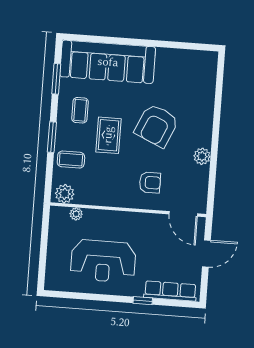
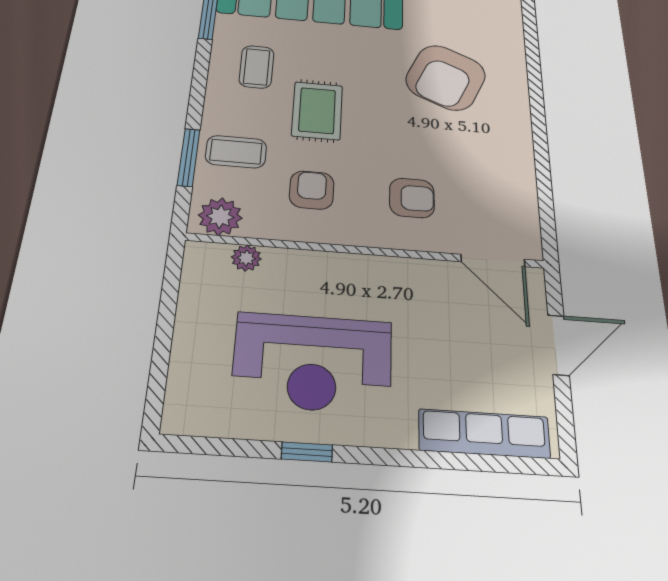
armchair: (157, 125) -> (446, 78), moved
window: (52, 137) -> (189, 157), moved
plant: (202, 156) -> (517, 152), removed
armchair: (105, 179) -> (312, 190), added
window: (143, 301) -> (307, 452), moved

